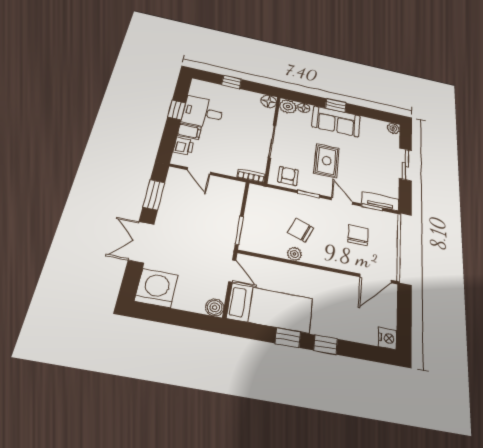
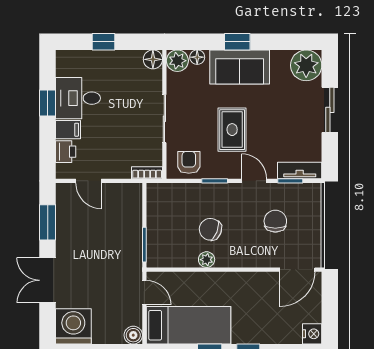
plant: (393, 128) -> (306, 65), width x1.88, depth x1.88

